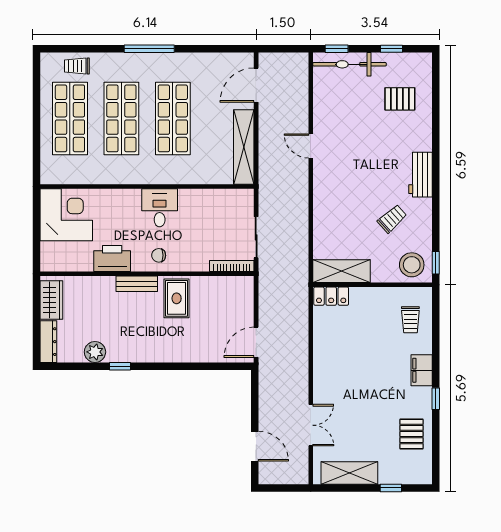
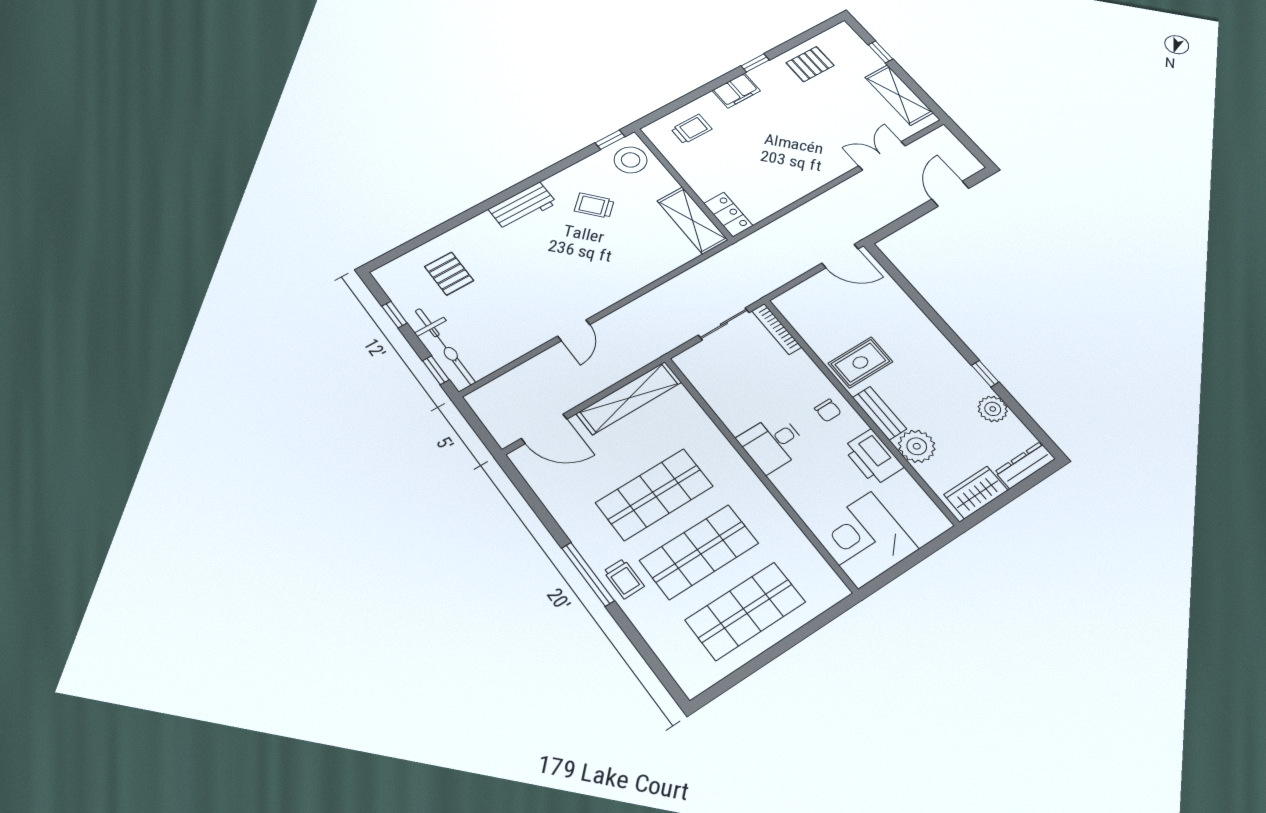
trolley: (77, 66) -> (624, 579), moved
plant: (102, 289) -> (917, 446), added

